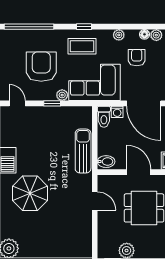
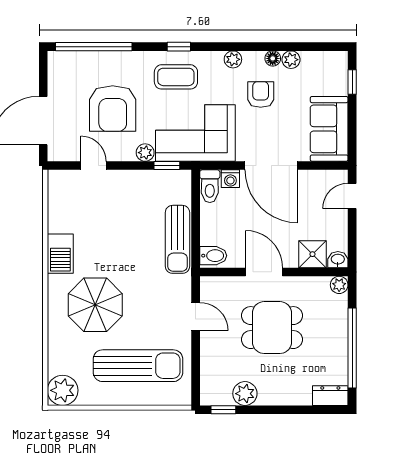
armchair: (41, 67) -> (113, 108), turned 180
door: (17, 103) -> (94, 166), moved
window: (52, 103) -> (167, 166), moved
sun lounger: (83, 151) -> (177, 239), turned 180
sun lounger: (58, 233) -> (138, 366), added

